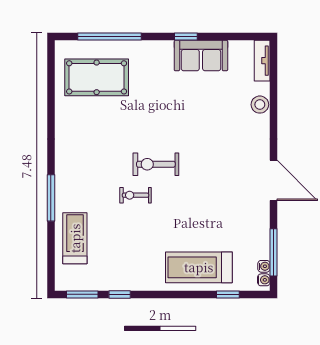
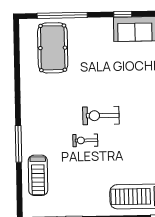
pool table: (97, 77) -> (53, 48), turned 90
treadmill: (75, 238) -> (38, 175), turned 180

